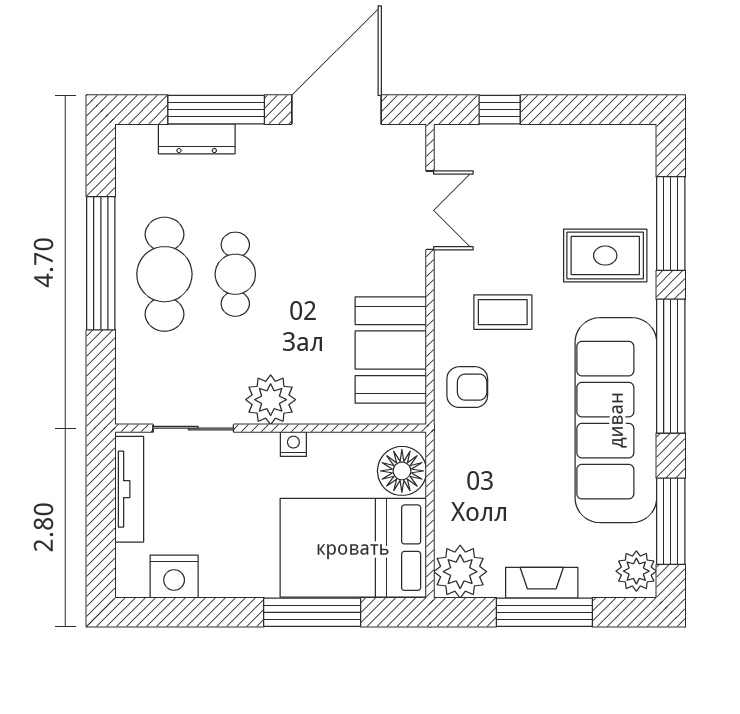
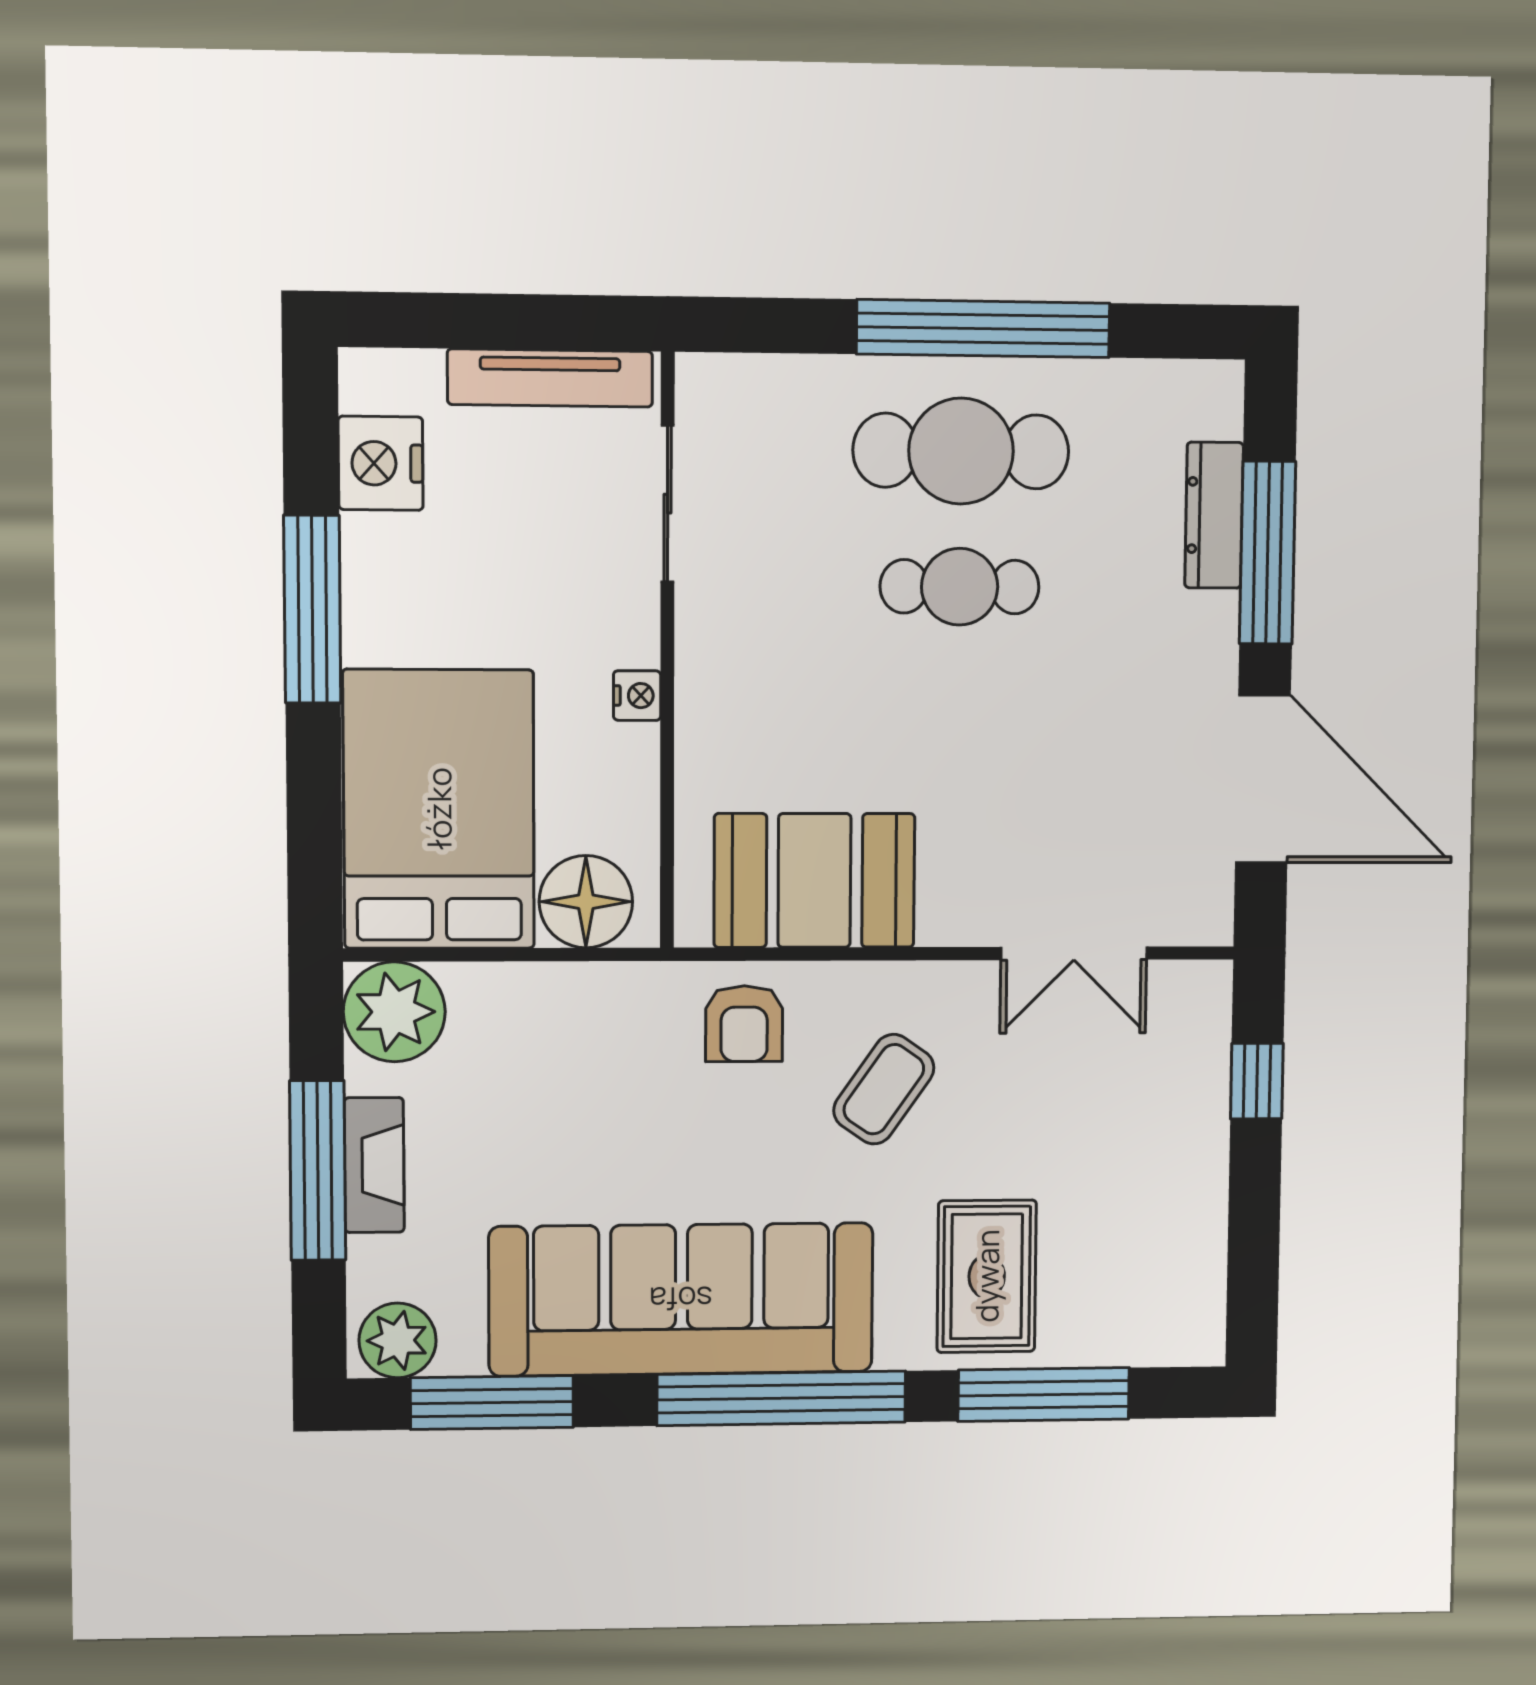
coffee table: (503, 312) -> (884, 1089), turned 35
plant: (271, 400) -> (722, 652), removed
window: (312, 612) -> (312, 609), moved

